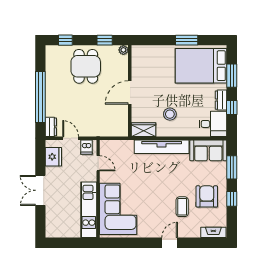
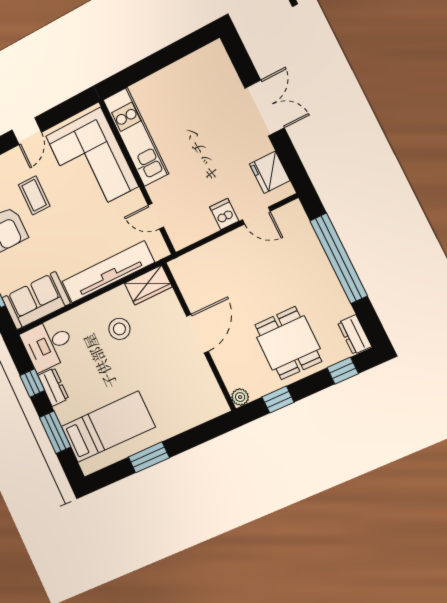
bed: (201, 66) -> (108, 427), width x0.67
dresser: (51, 127) -> (355, 335), moved
door: (98, 163) -> (156, 216), moved
wall: (98, 189) -> (137, 177), moved
corner sofa: (118, 209) -> (92, 161), moved
kitchen unit: (89, 210) -> (136, 137), moved

